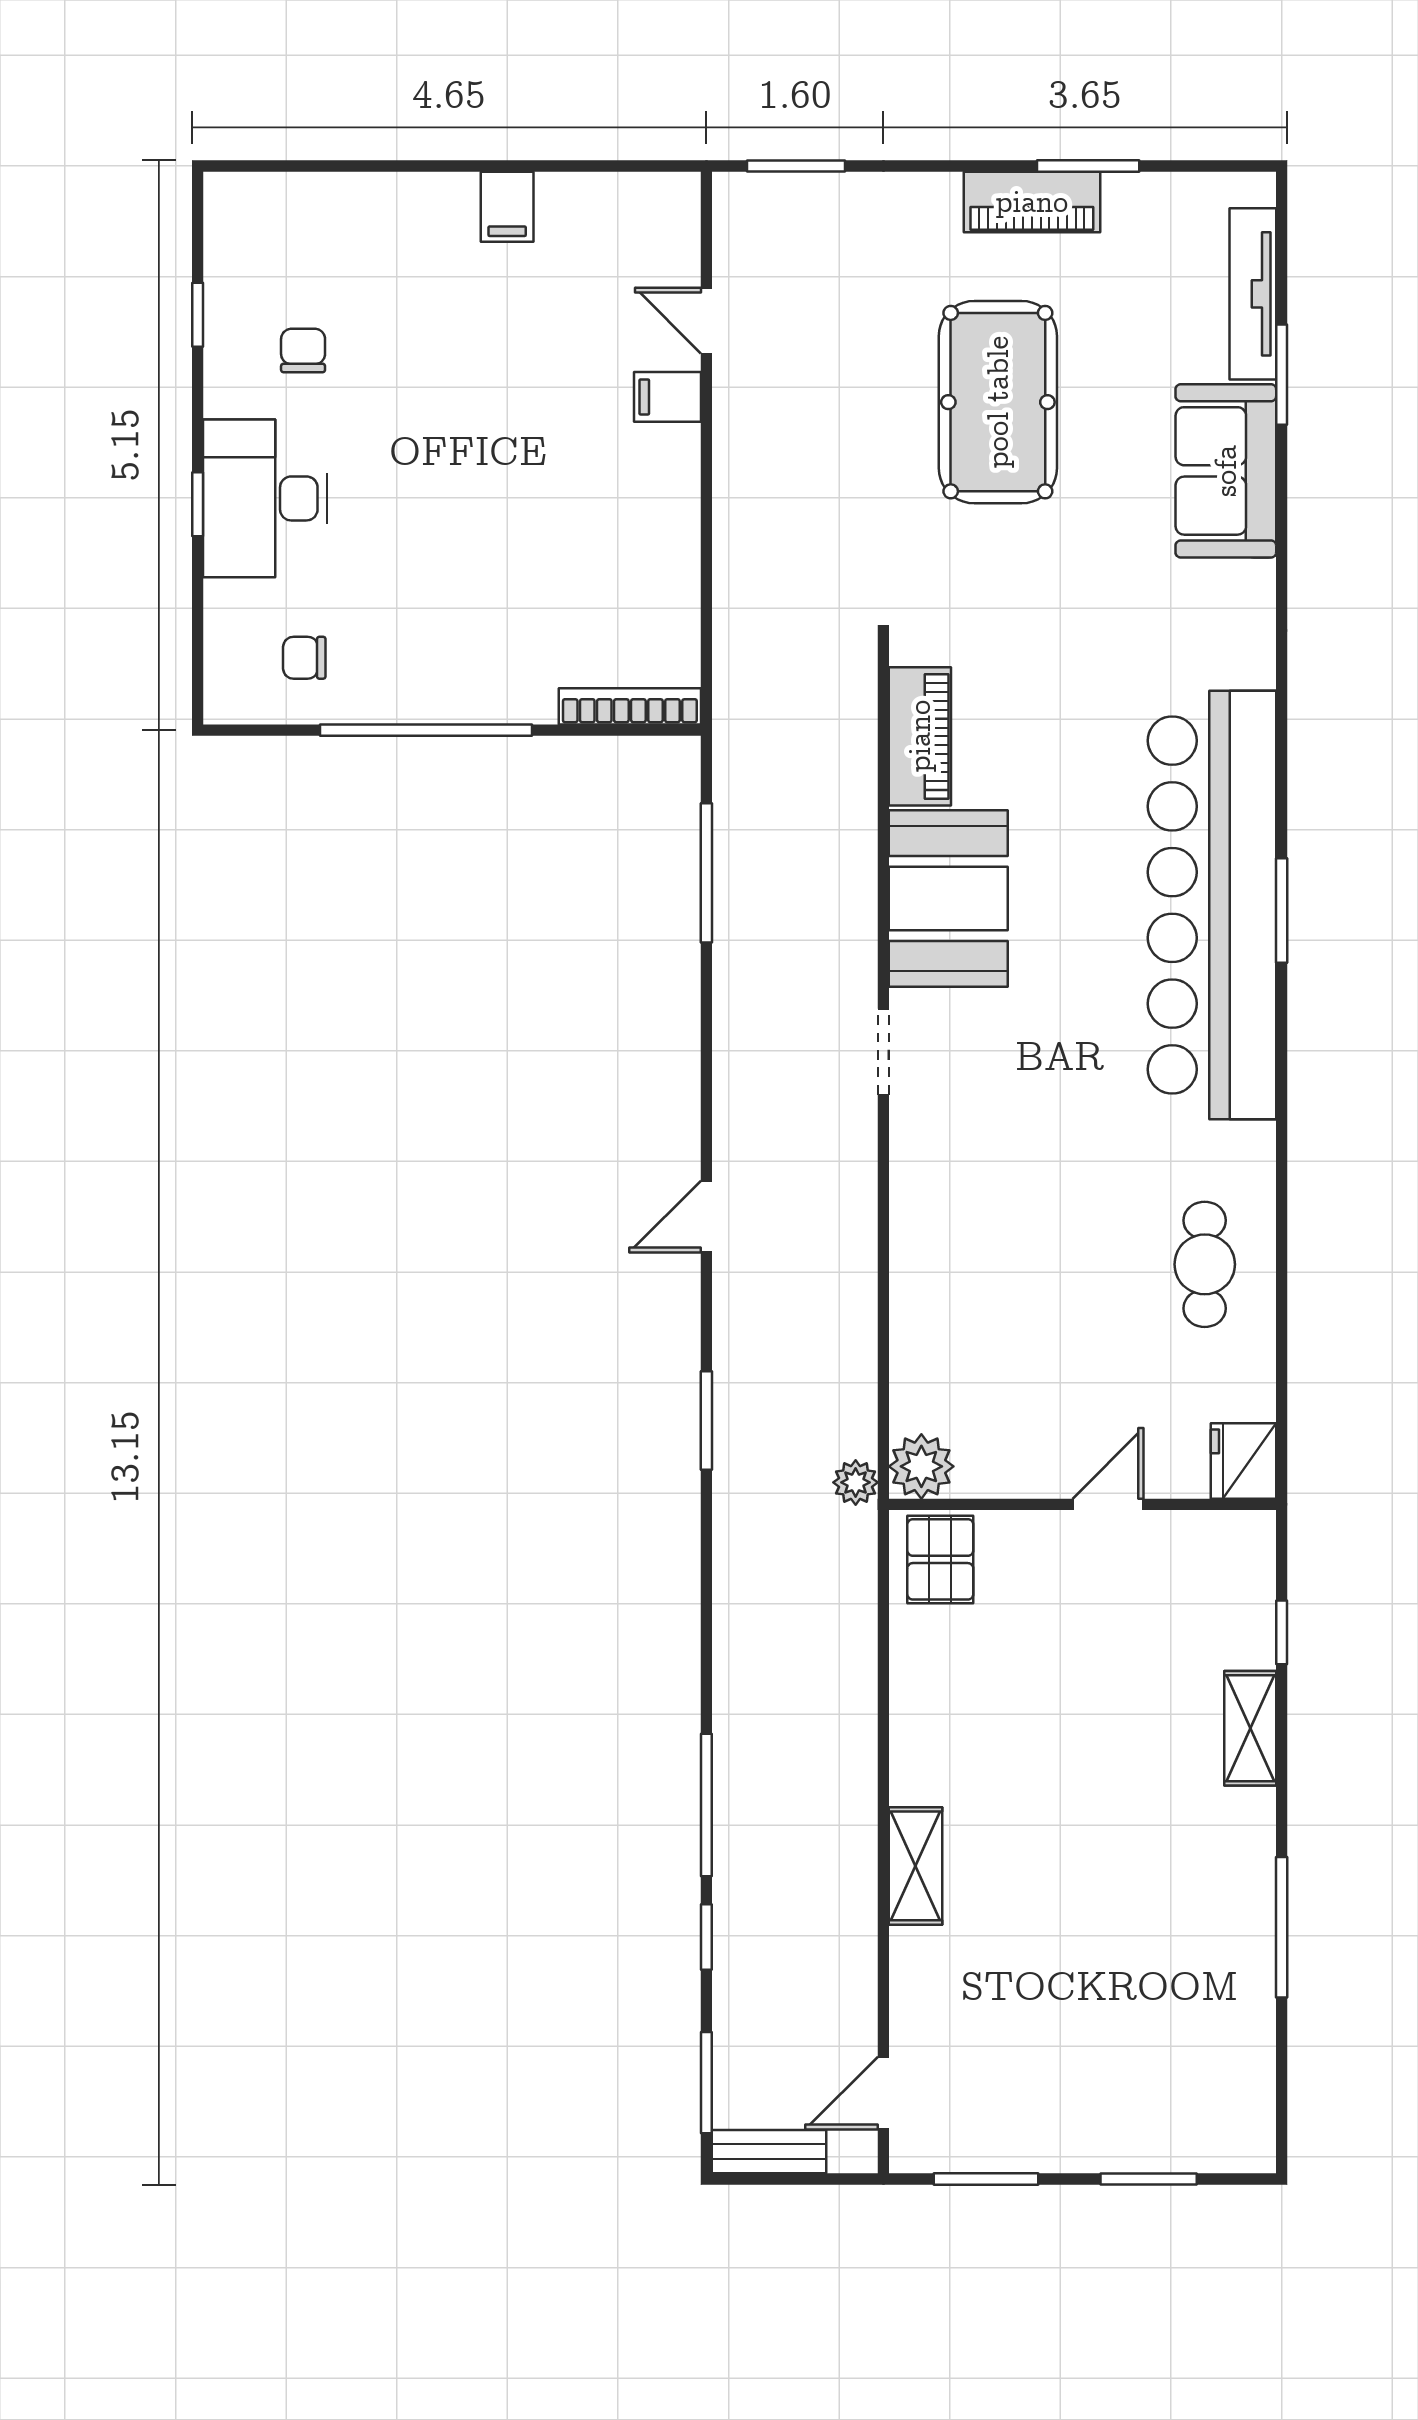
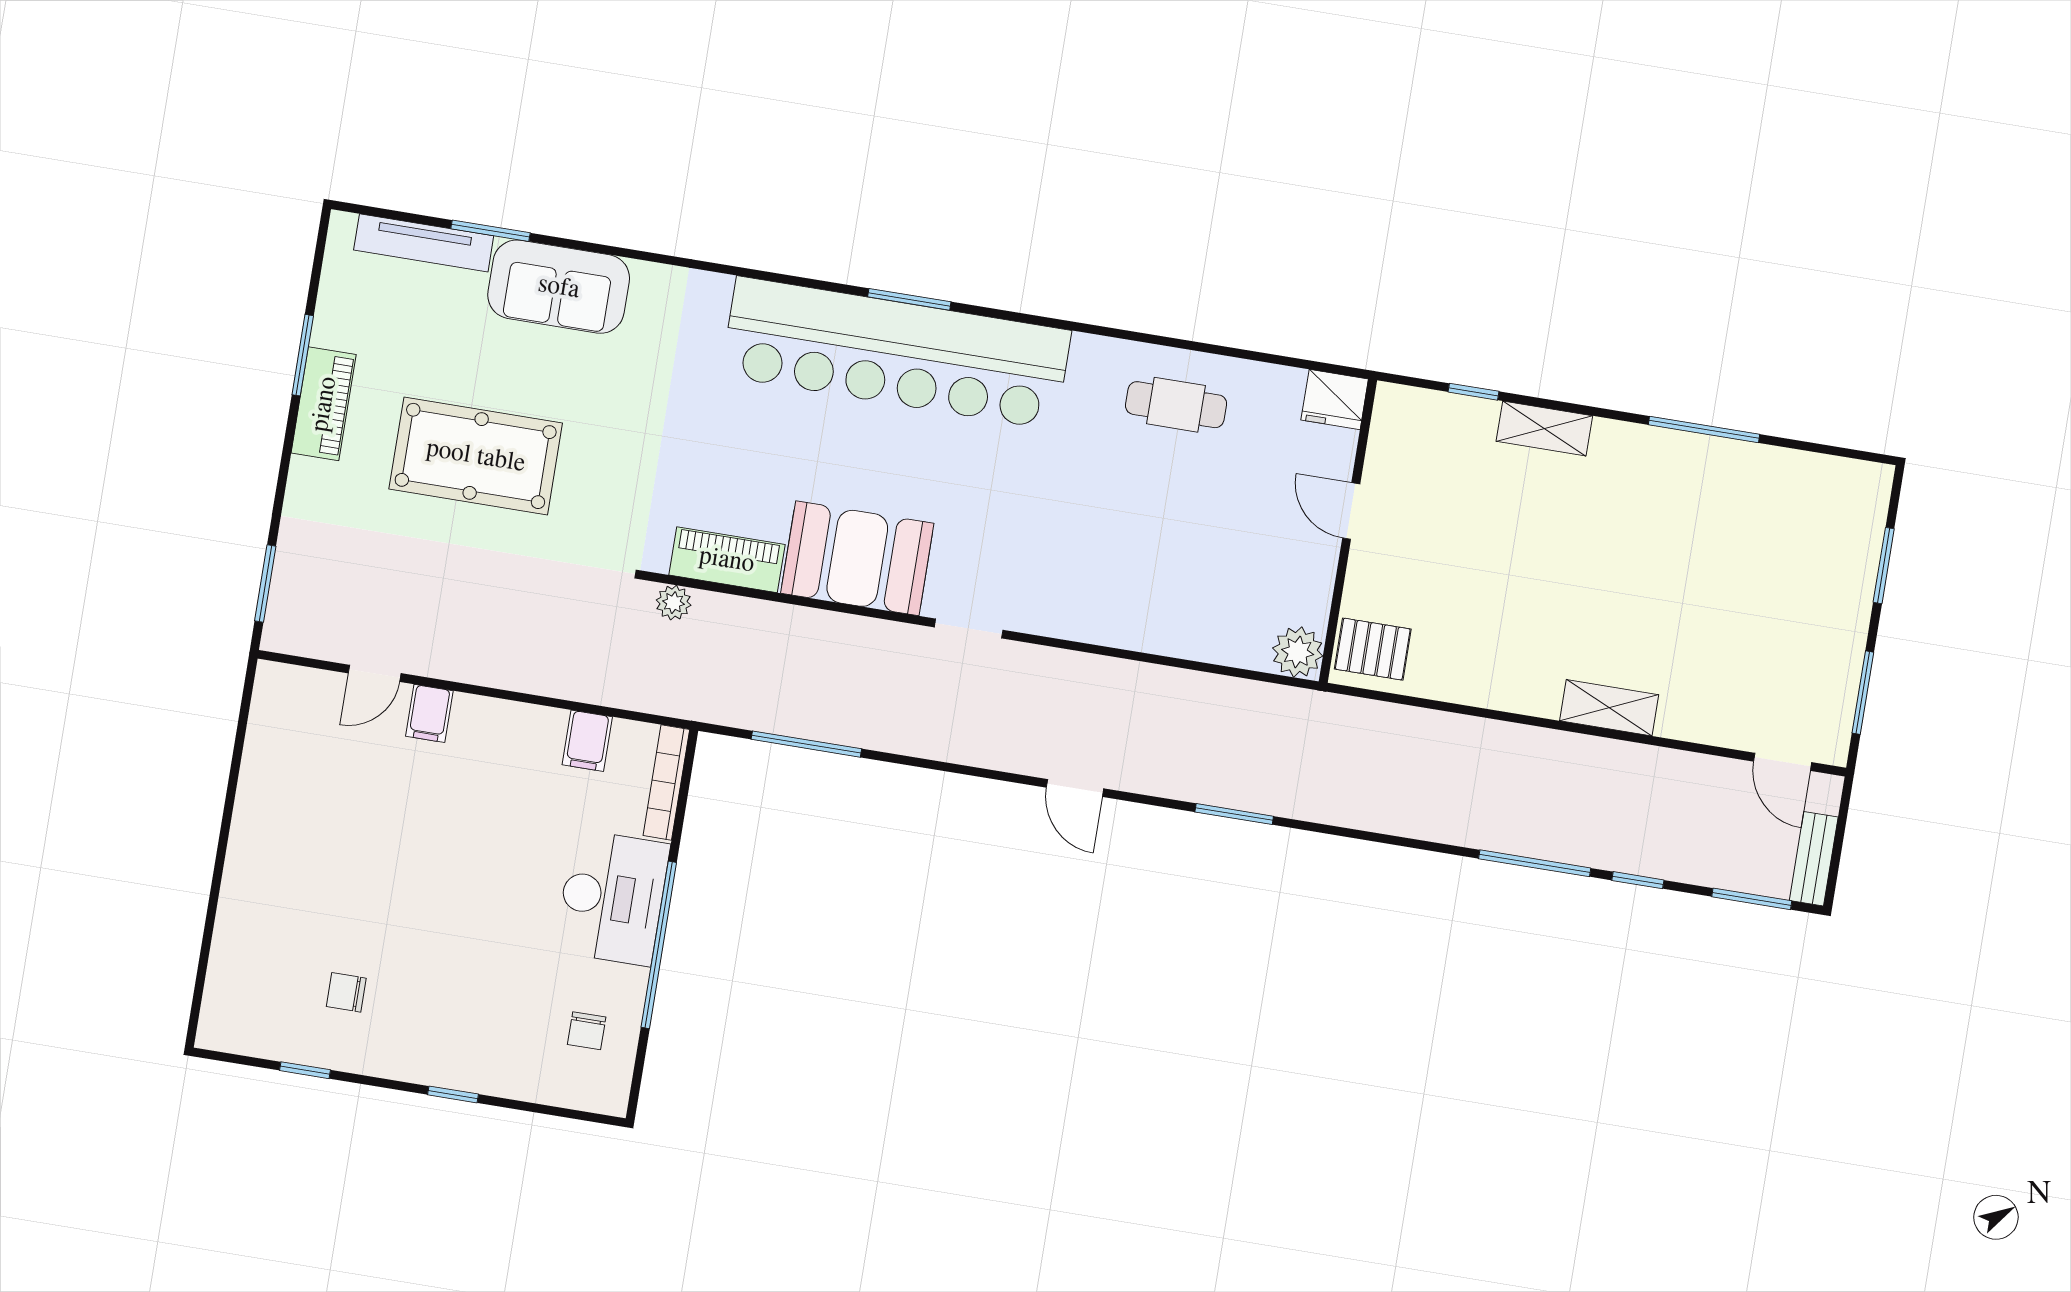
filing cabinet: (507, 207) -> (587, 741), moved, turned 90
desk: (265, 498) -> (612, 898), moved, turned -90
plant: (856, 1482) -> (674, 603), moved

